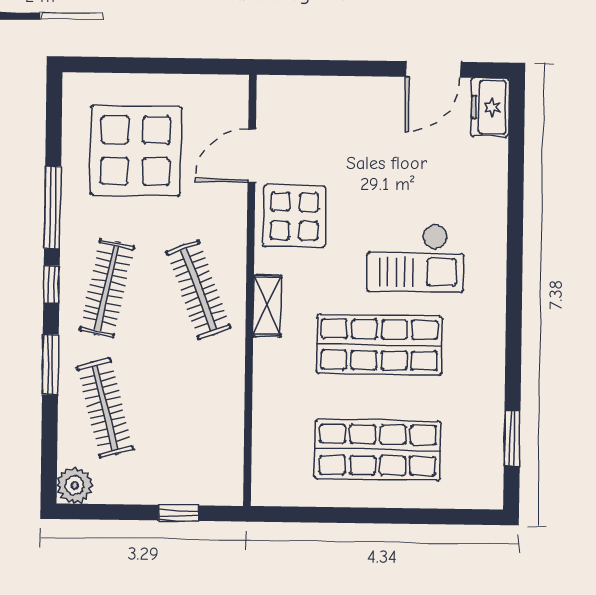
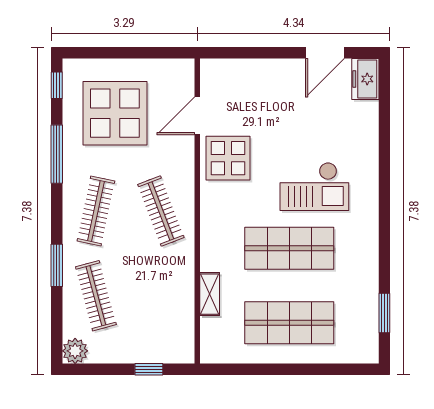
window: (52, 284) -> (57, 85), moved
shelving: (267, 306) -> (210, 294), moved

